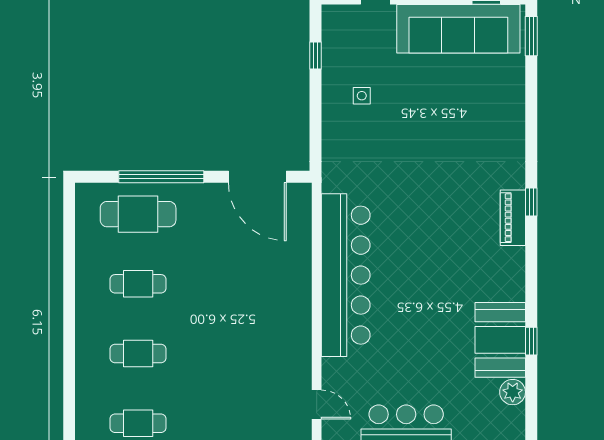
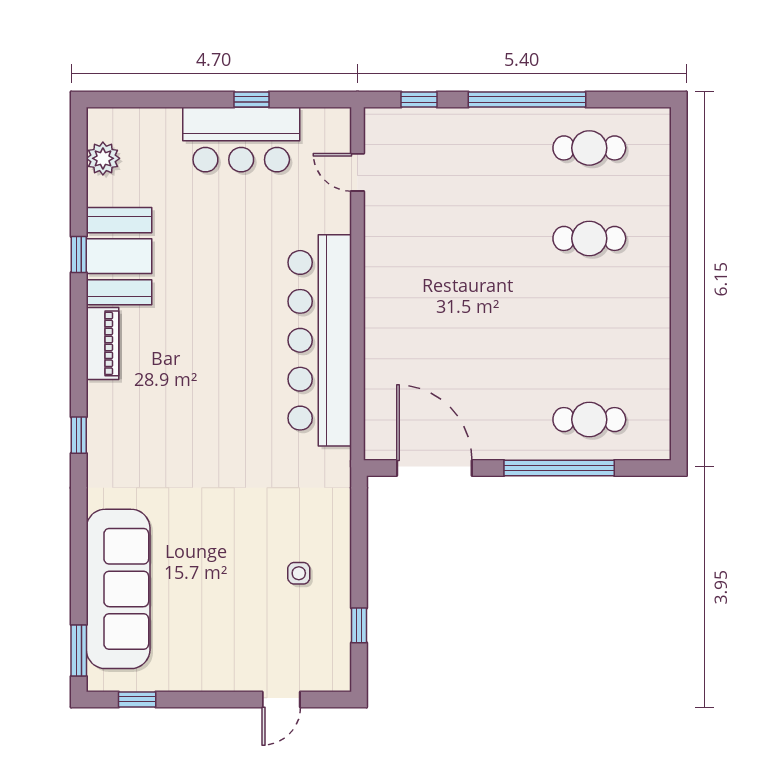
sofa: (458, 29) -> (118, 589), moved, turned 90
cafe table: (138, 214) -> (589, 420), width x0.73, depth x0.74
piano: (513, 218) -> (103, 343), moved
cafe table: (138, 284) -> (589, 329), removed
plant: (513, 392) -> (103, 158), moved

